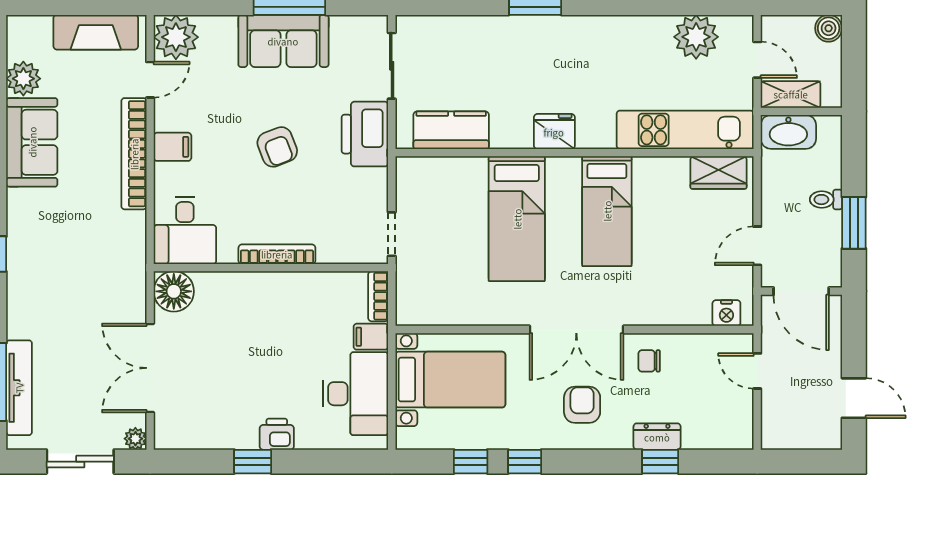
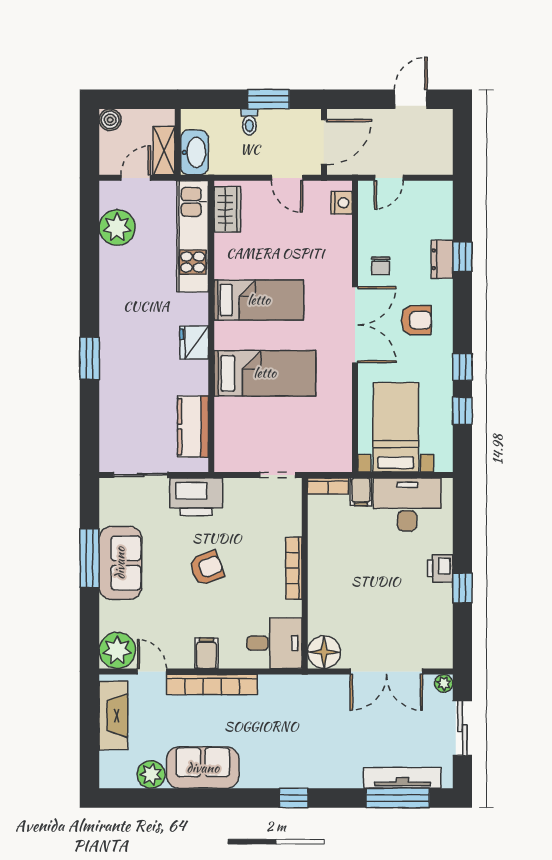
armchair: (582, 405) -> (416, 320), turned 180

